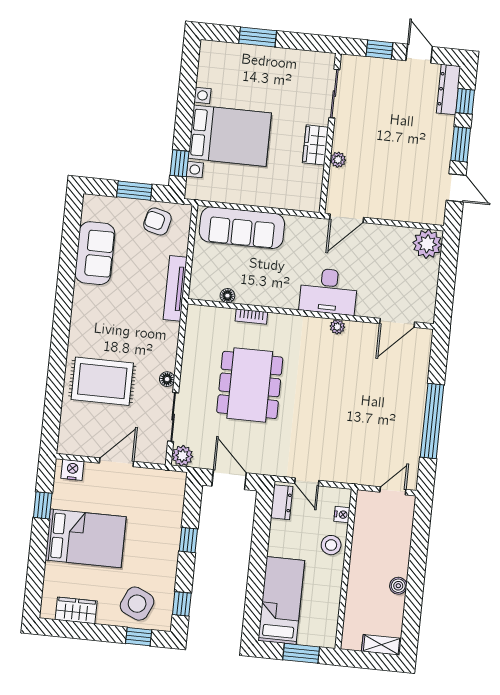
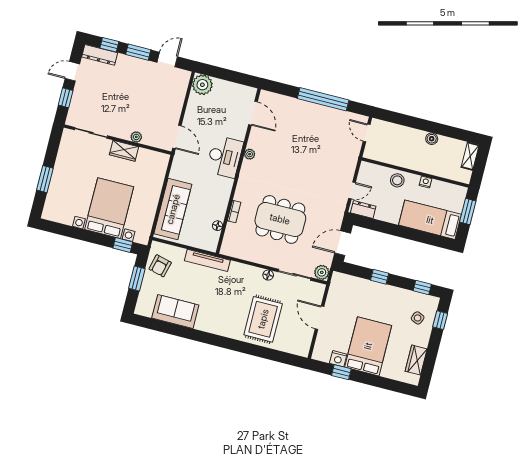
nightstand: (72, 470) -> (338, 359), moved, turned -90
nightstand: (342, 515) -> (426, 182), moved
side table: (137, 604) -> (418, 318), width x0.54, depth x0.54

